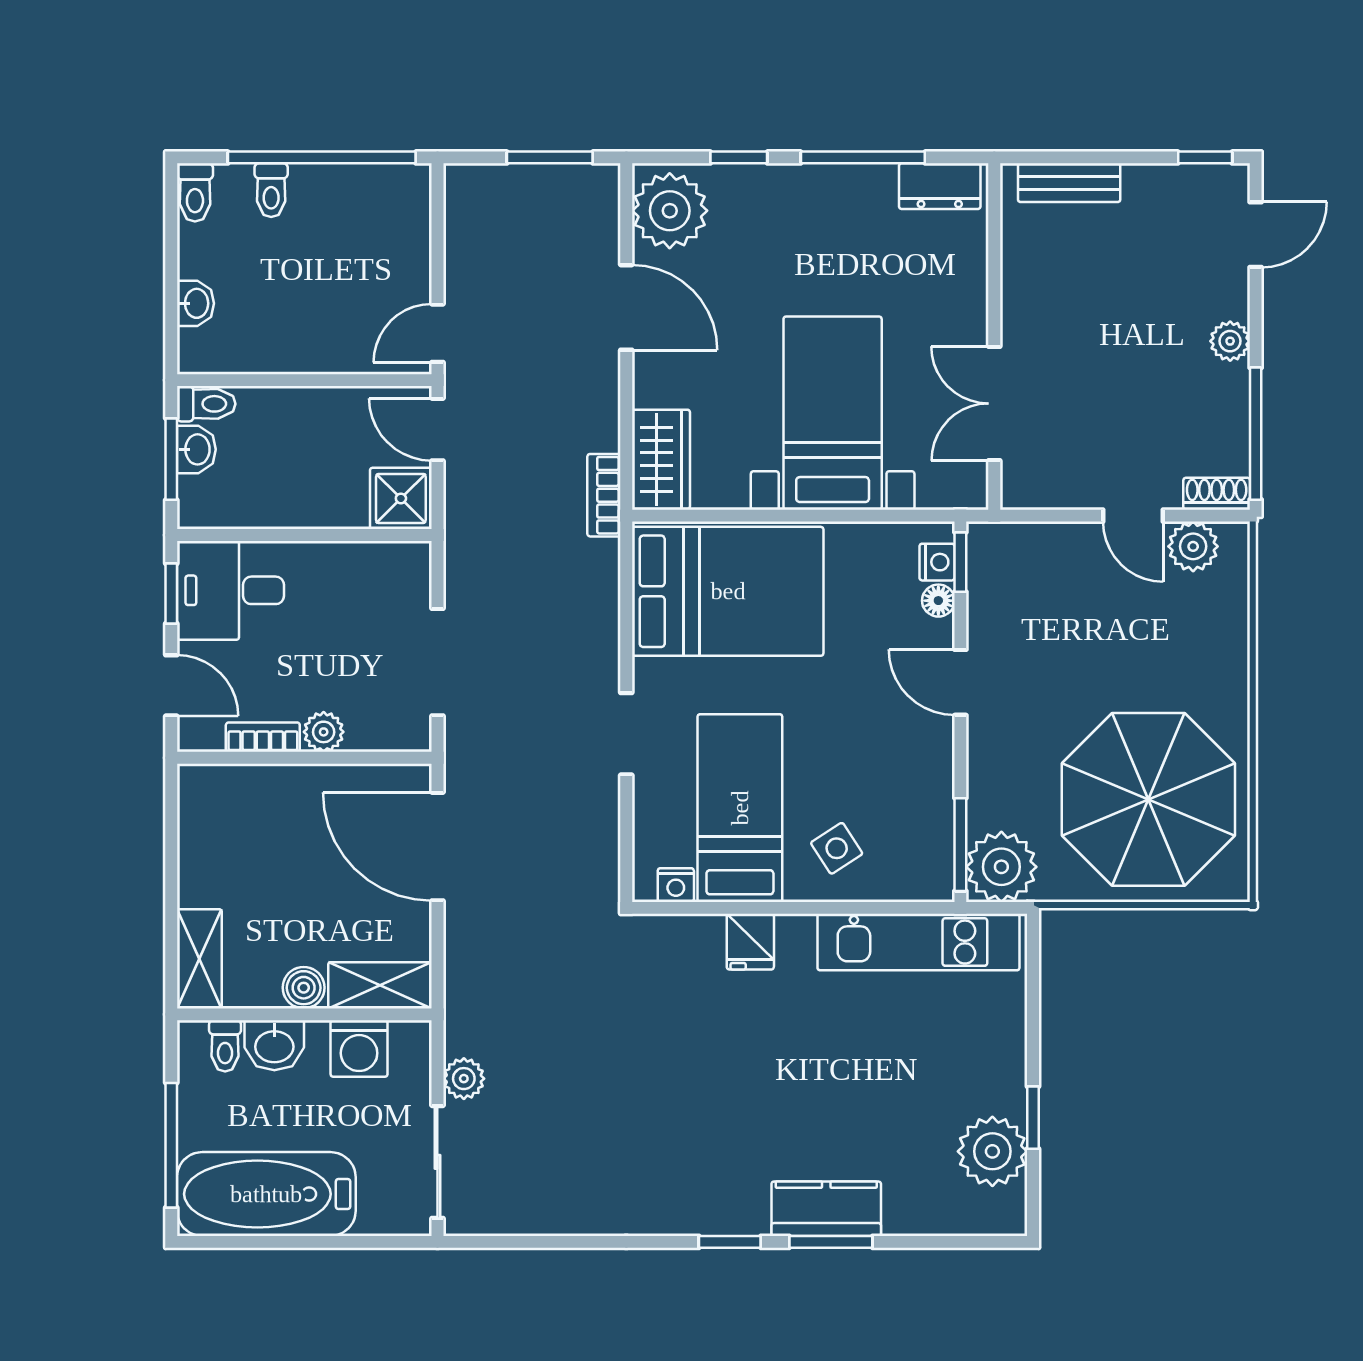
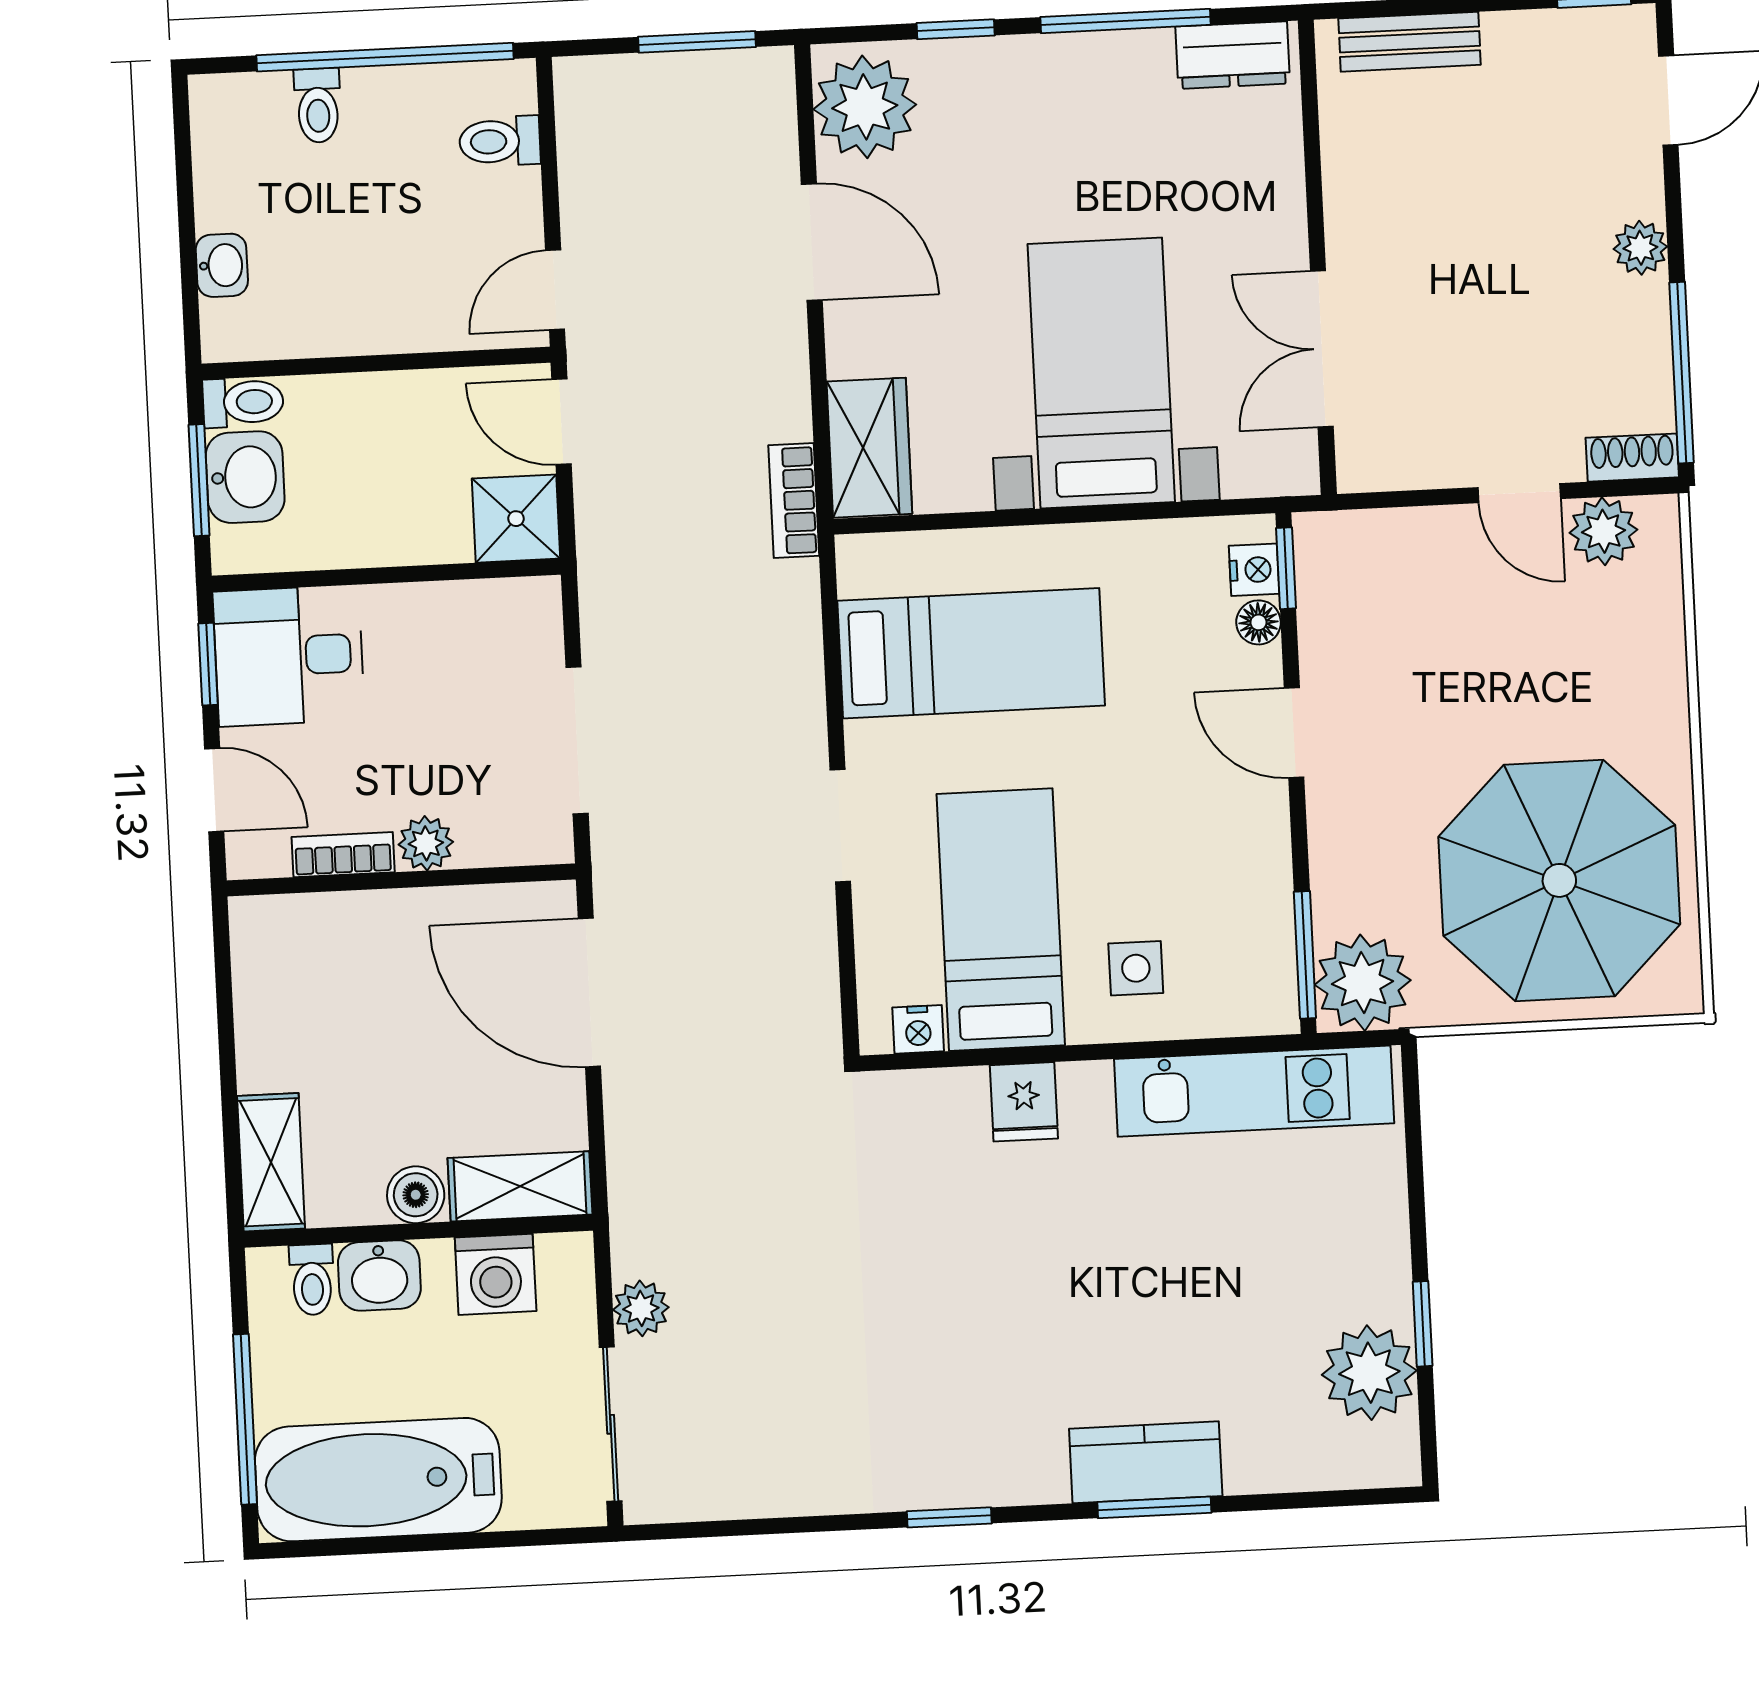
toilet: (195, 192) -> (500, 141), moved, turned 90
washbasin: (196, 449) -> (245, 477), width x1.38, depth x1.45
bed: (728, 591) -> (971, 653), width x0.67
side table: (837, 848) -> (1136, 968), turned 33
window: (730, 1242) -> (949, 1517), moved

